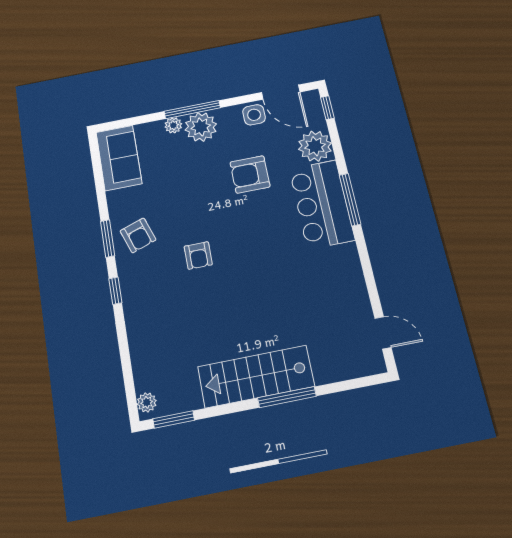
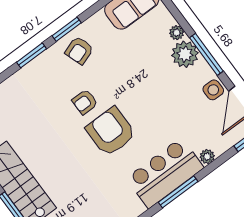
window: (192, 110) -> (206, 54), moved
plant: (315, 146) -> (207, 157), width x0.53, depth x0.53
armchair: (250, 174) -> (111, 132), moved, width x1.36, depth x1.36
window: (115, 291) -> (31, 55), width x1.50

